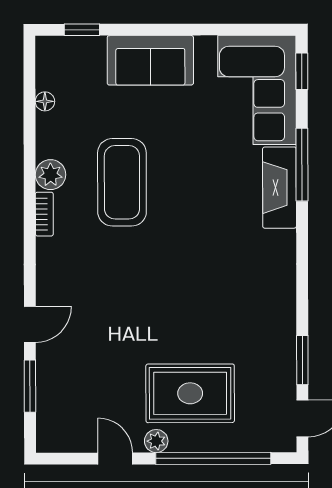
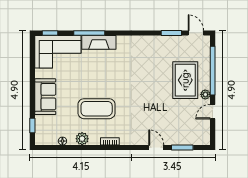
plant: (51, 175) -> (82, 139), moved

